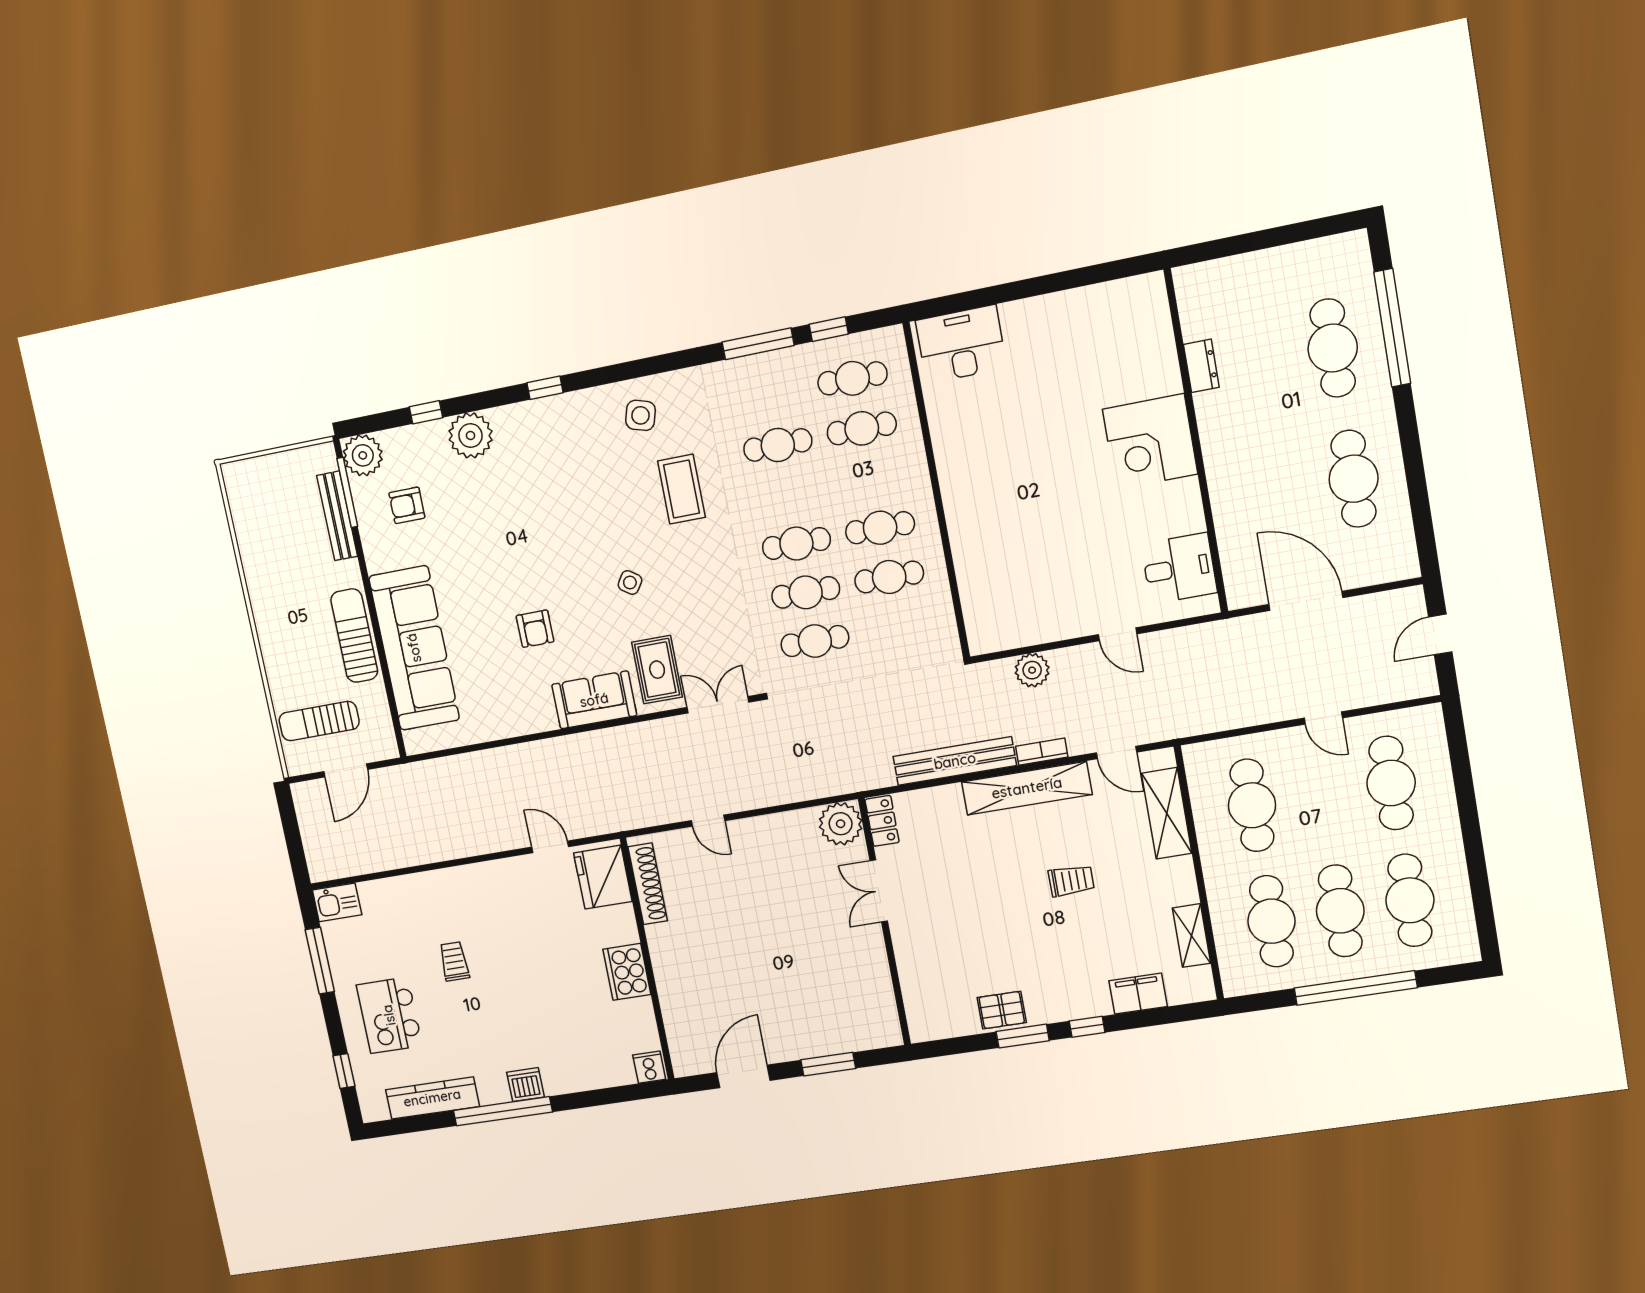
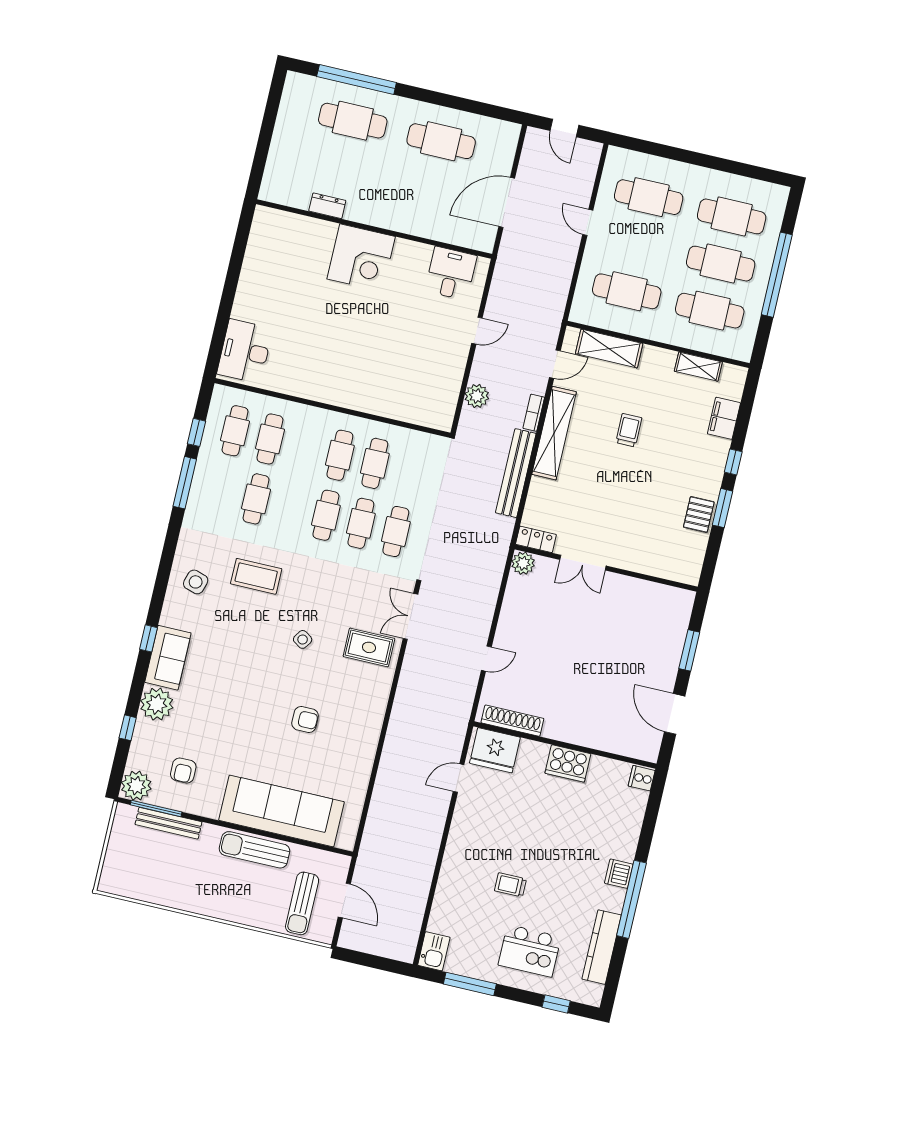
sofa: (594, 700) -> (168, 658), moved, turned 180
door: (1323, 718) -> (588, 222), swing flipped
plant: (841, 824) -> (523, 563), width x0.73, depth x0.73

